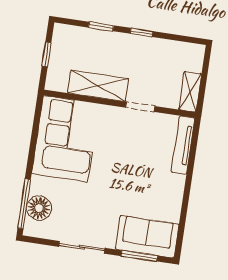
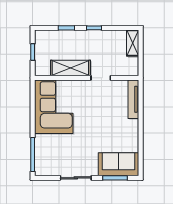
shelving: (190, 92) -> (133, 43), moved
floor lamp: (39, 208) -> (43, 156), removed

